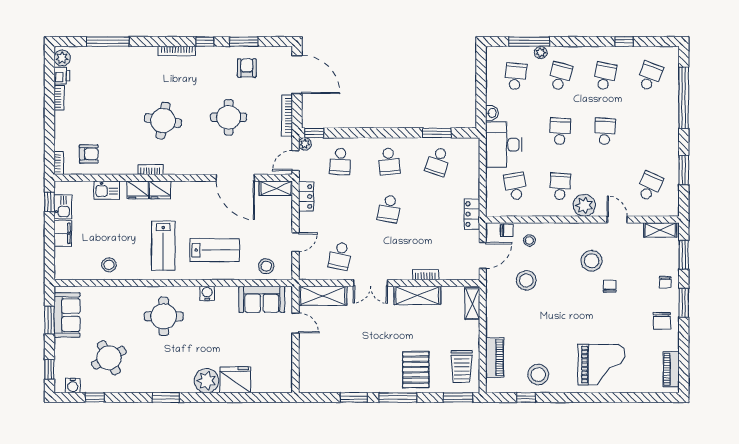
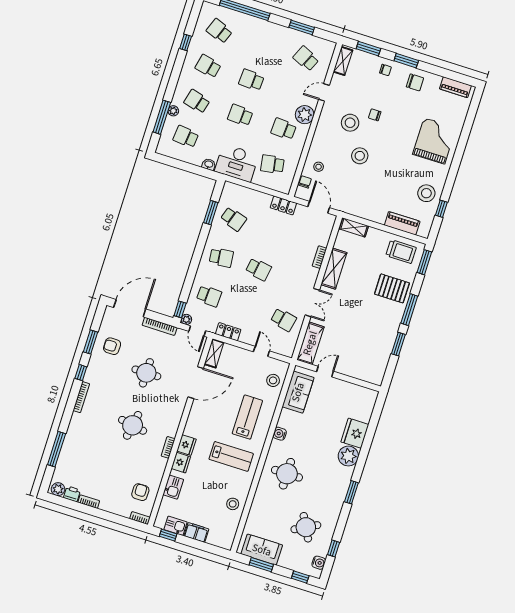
stool: (526, 280) -> (360, 156), moved

